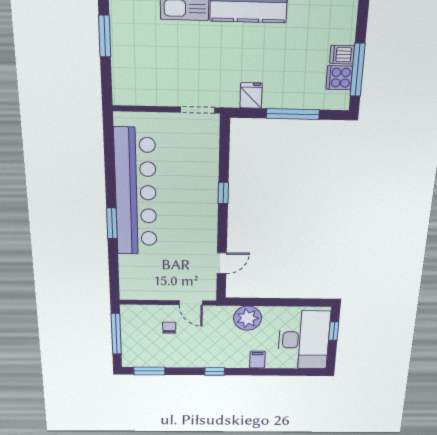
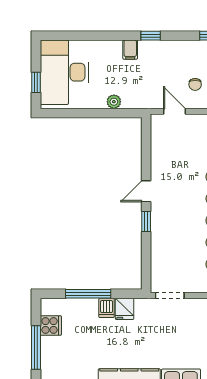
dishwasher: (342, 55) -> (107, 308), moved, turned 90
window: (357, 70) -> (36, 347), moved
door: (222, 263) -> (146, 191), moved
plant: (248, 318) -> (114, 102), width x0.53, depth x0.53
filing cabinet: (257, 360) -> (130, 50), moved

